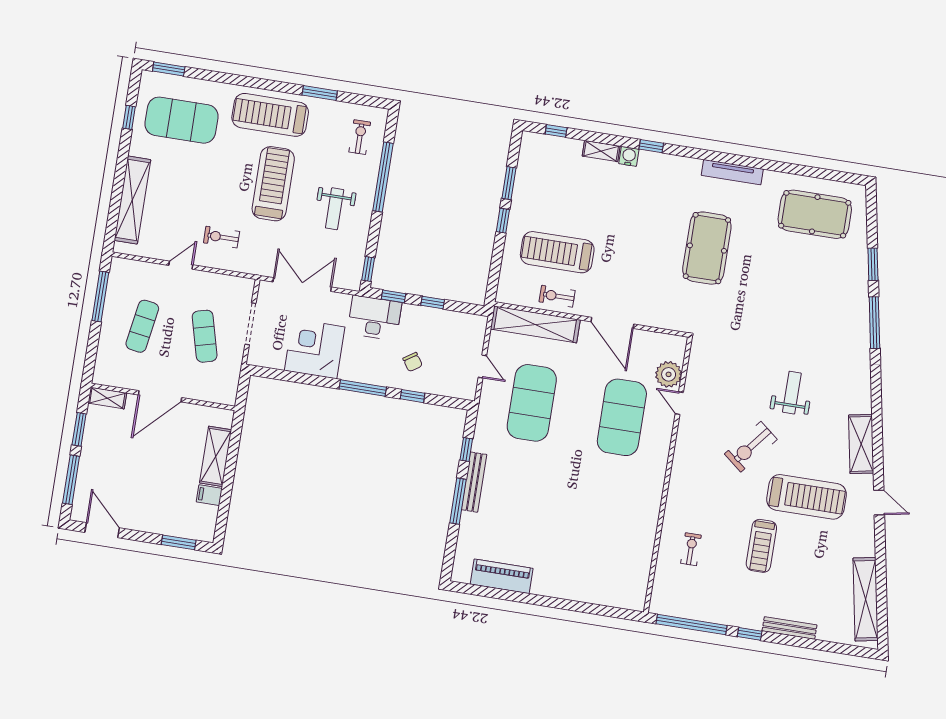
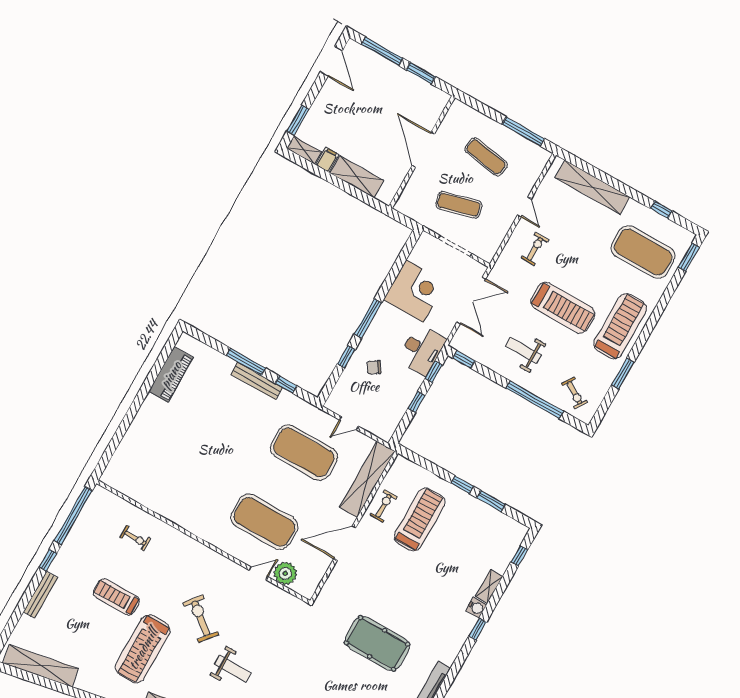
exercise mat: (181, 120) -> (643, 252), turned 90
exercise bike: (360, 137) -> (575, 393), turned 33
shelving: (107, 398) -> (304, 150), moved, turned 90
door: (102, 530) -> (331, 61), hinge flipped

